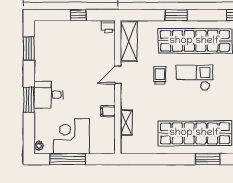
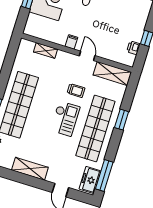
printer: (108, 27) -> (133, 48), moved
filing cabinet: (108, 111) -> (71, 42), moved

